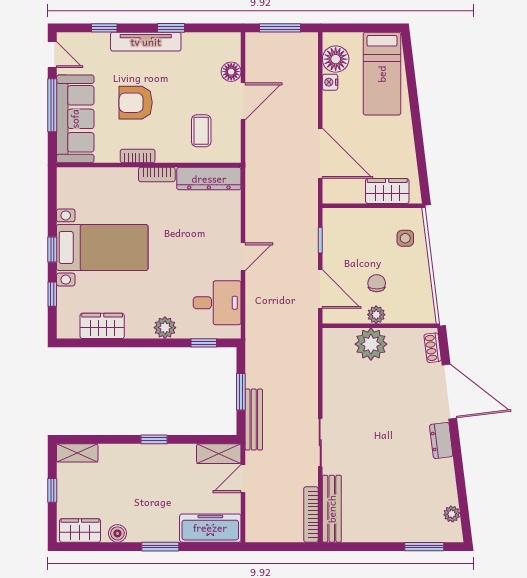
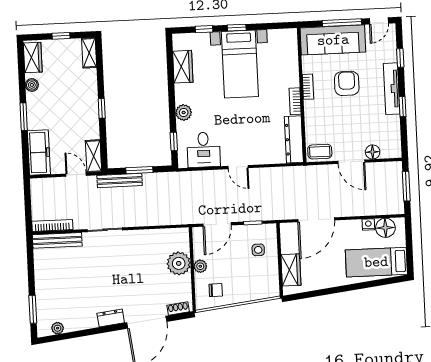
coffee table: (201, 131) -> (320, 152), moved
side table: (405, 238) -> (258, 250), moved
chair: (377, 283) -> (216, 290), moved

